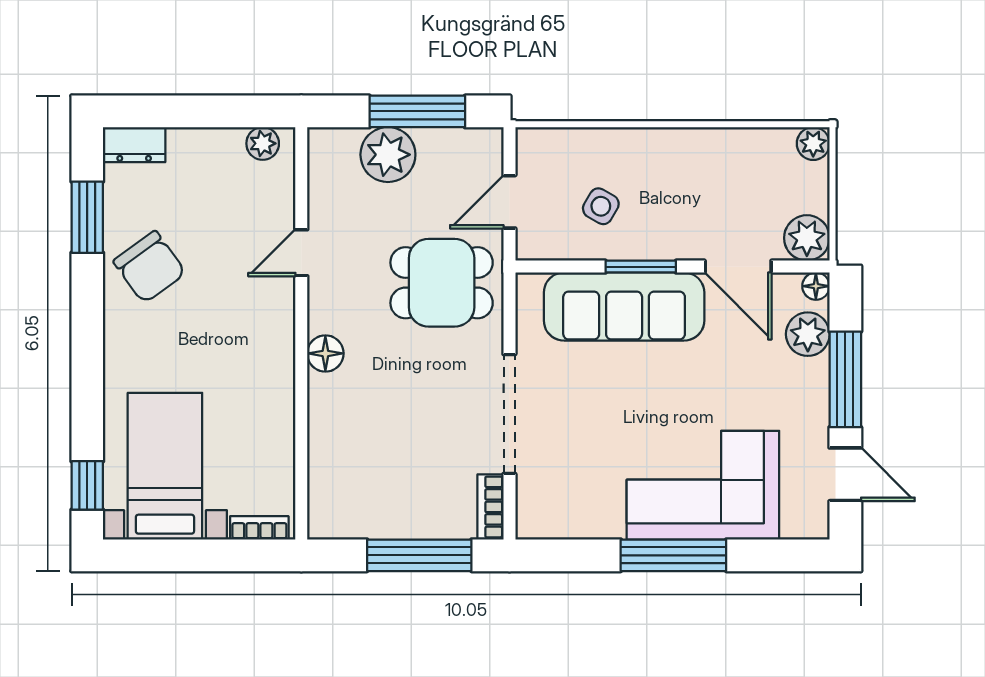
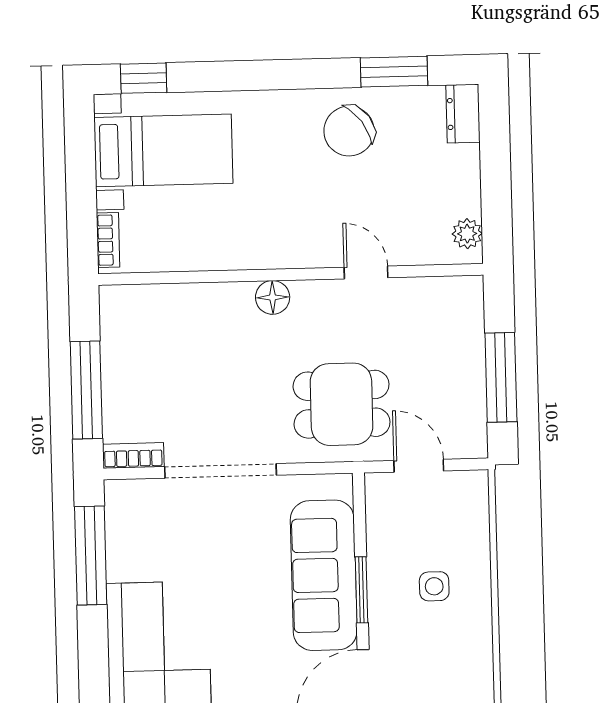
plant: (388, 155) -> (460, 351), removed
side table: (601, 206) -> (434, 586), moved, turned -30
dining table: (442, 283) -> (342, 404), turned 90
window: (673, 555) -> (91, 556), moved

